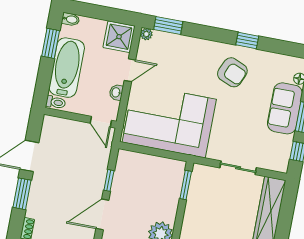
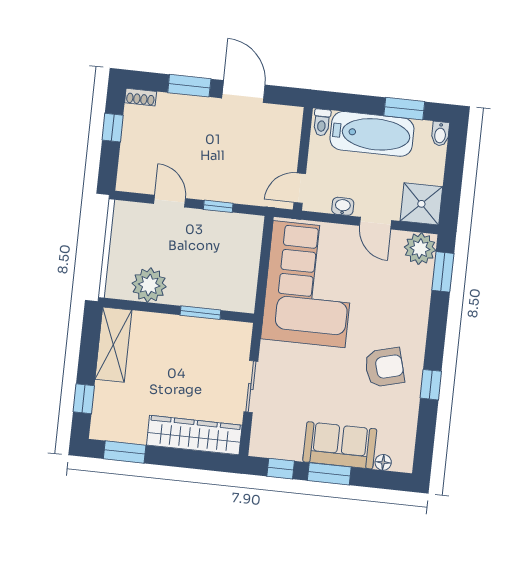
plant: (146, 34) -> (420, 249), width x1.87, depth x1.87
armchair: (232, 72) -> (384, 367), turned -128
window: (186, 185) -> (200, 313), moved
door: (102, 214) -> (170, 201), width x0.73

